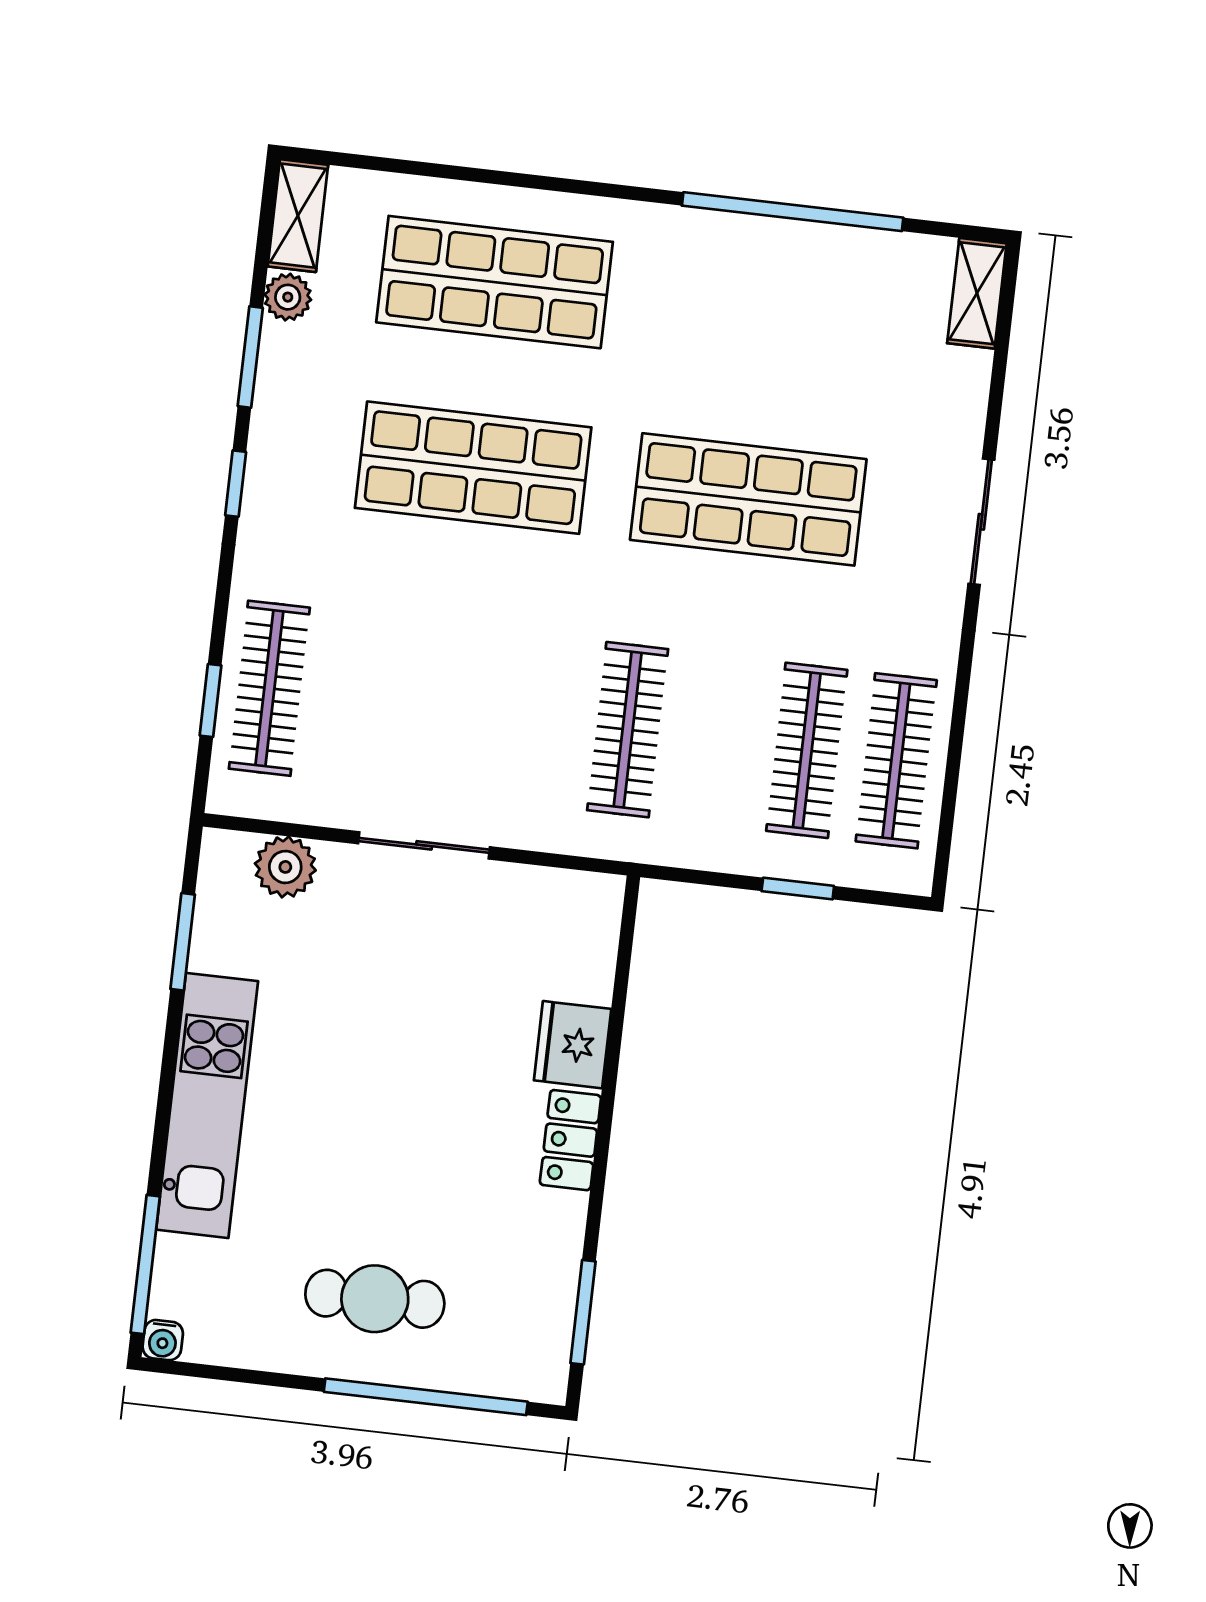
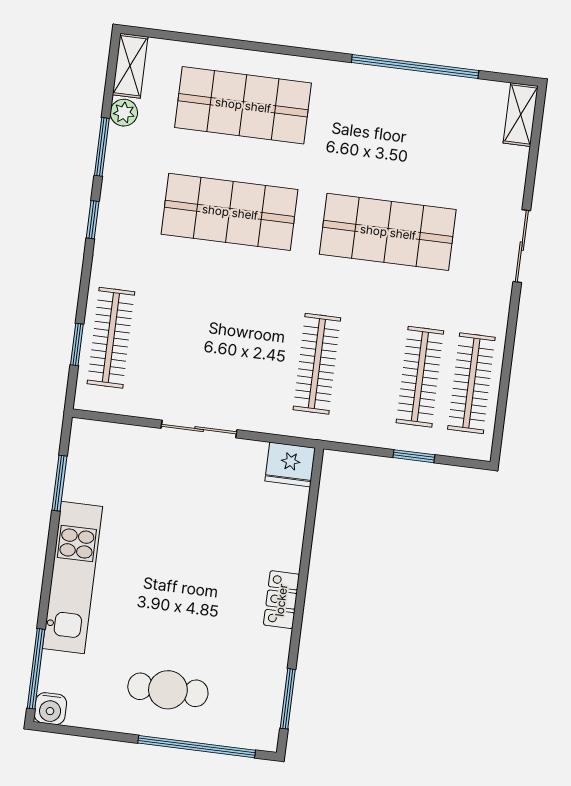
plant: (285, 867) -> (119, 441), removed
fridge: (573, 1045) -> (290, 464), moved, turned -90
water cooler: (163, 1340) -> (50, 709), width x1.38, depth x1.38

